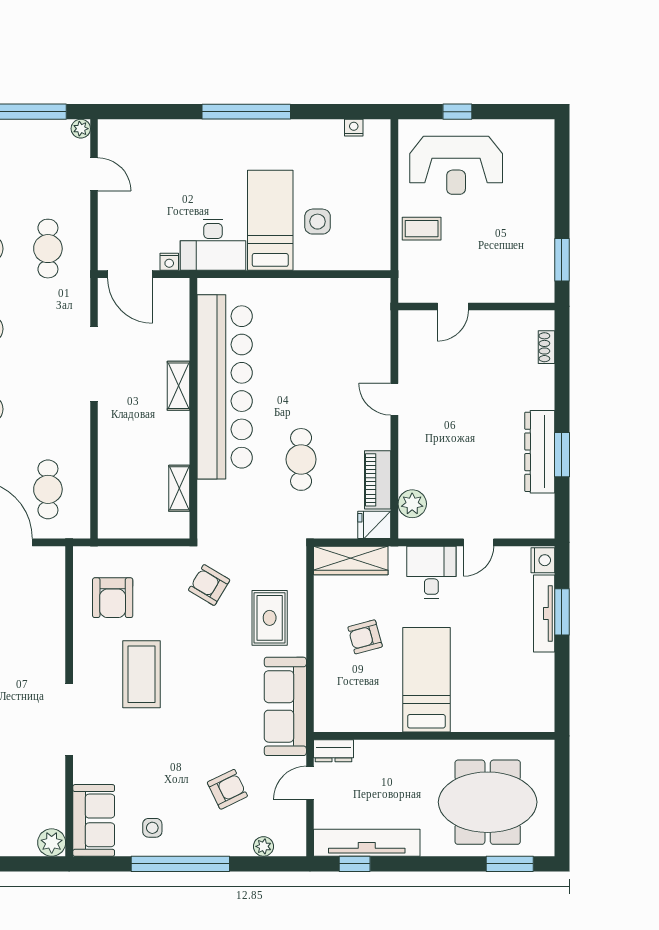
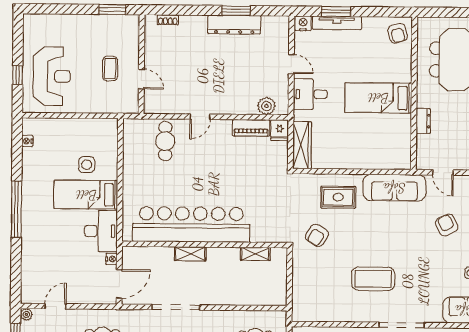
coffee table: (422, 229) -> (110, 69), moved
cafe table: (301, 459) -> (165, 141), moved, turned 90
armchair: (113, 598) -> (324, 297), removed
armchair: (365, 637) -> (398, 33), moved
dresser: (334, 751) -> (423, 121), moved

